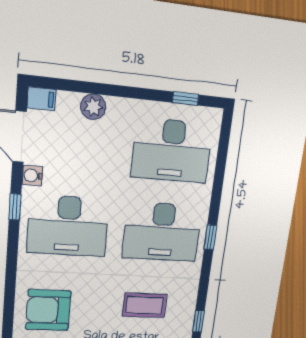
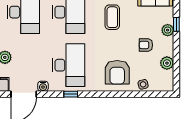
window: (15, 207) -> (71, 94), moved

